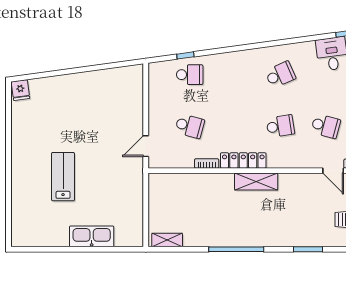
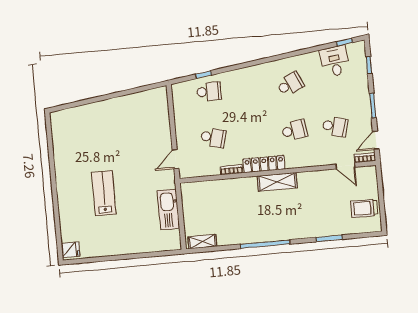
fridge: (20, 90) -> (71, 250), moved, turned -82
kitchen sink: (92, 236) -> (168, 210), moved, turned -90

